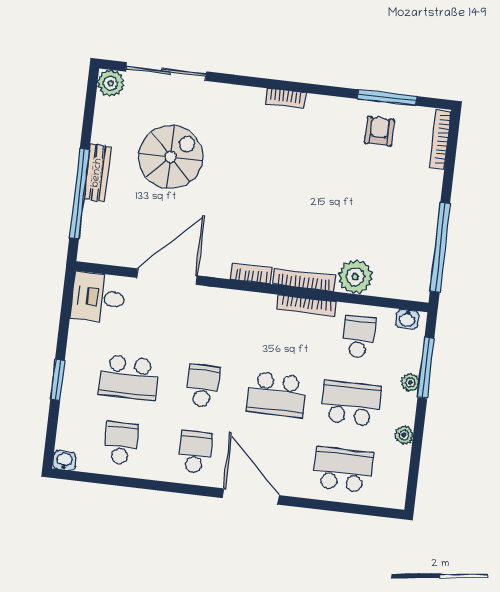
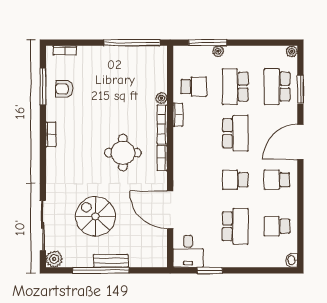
bookcase: (285, 98) -> (51, 134), moved
bookcase: (440, 139) -> (65, 50), width x0.64
window: (79, 194) -> (101, 270), moved
round table: (267, 212) -> (123, 153), added
plant: (355, 277) -> (161, 98), width x0.53, depth x0.53
bookcase: (307, 306) -> (178, 115), width x0.64
washbasin: (407, 319) -> (179, 58), removed
school desk: (359, 337) -> (194, 87), turned 180
window: (58, 380) -> (210, 270), moved
plant: (404, 435) -> (292, 51), moved
window: (334, 506) -> (300, 89), added

